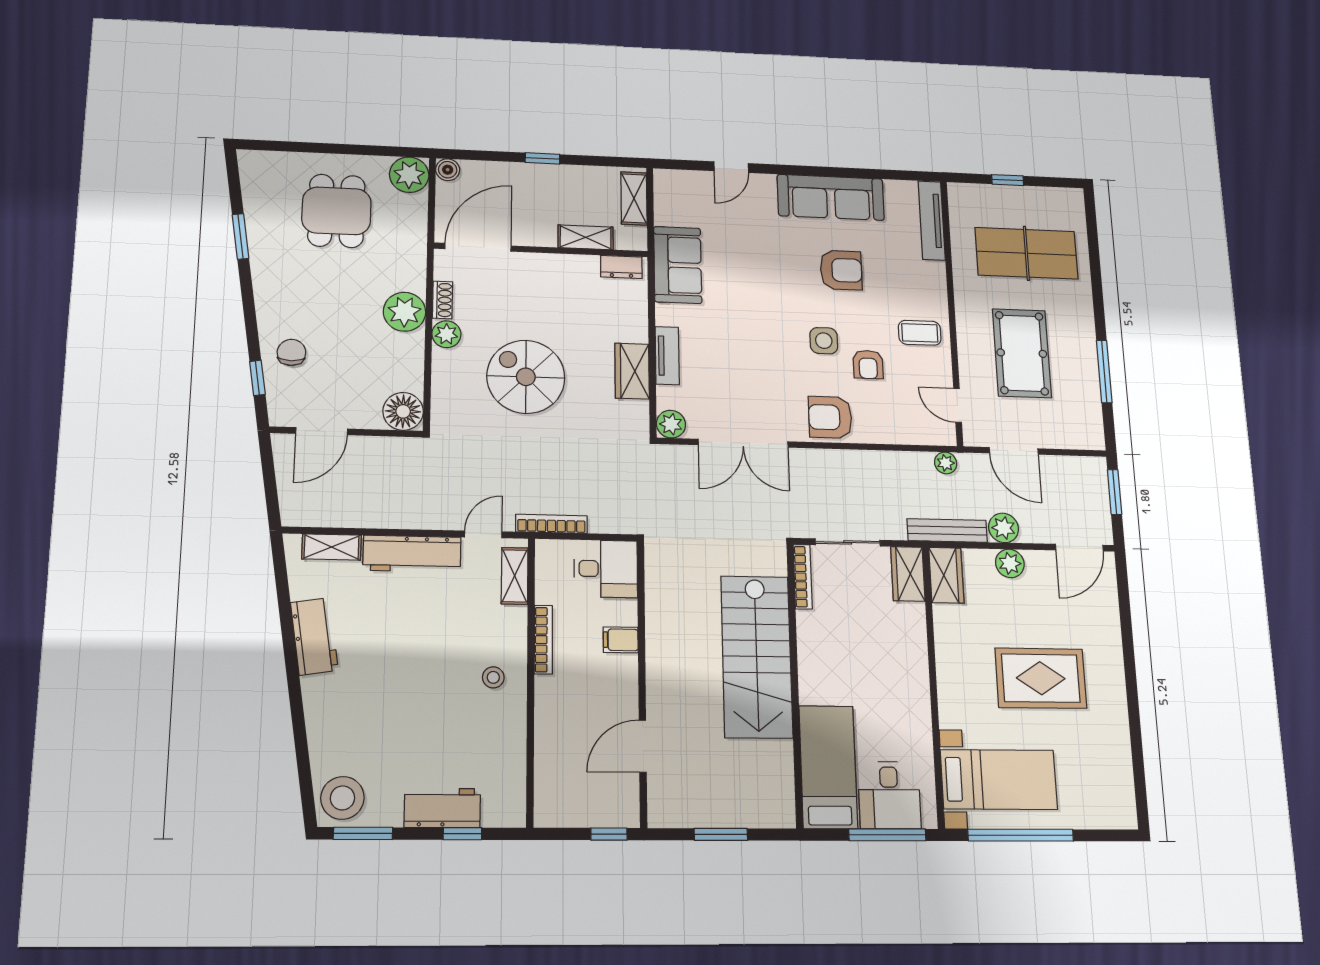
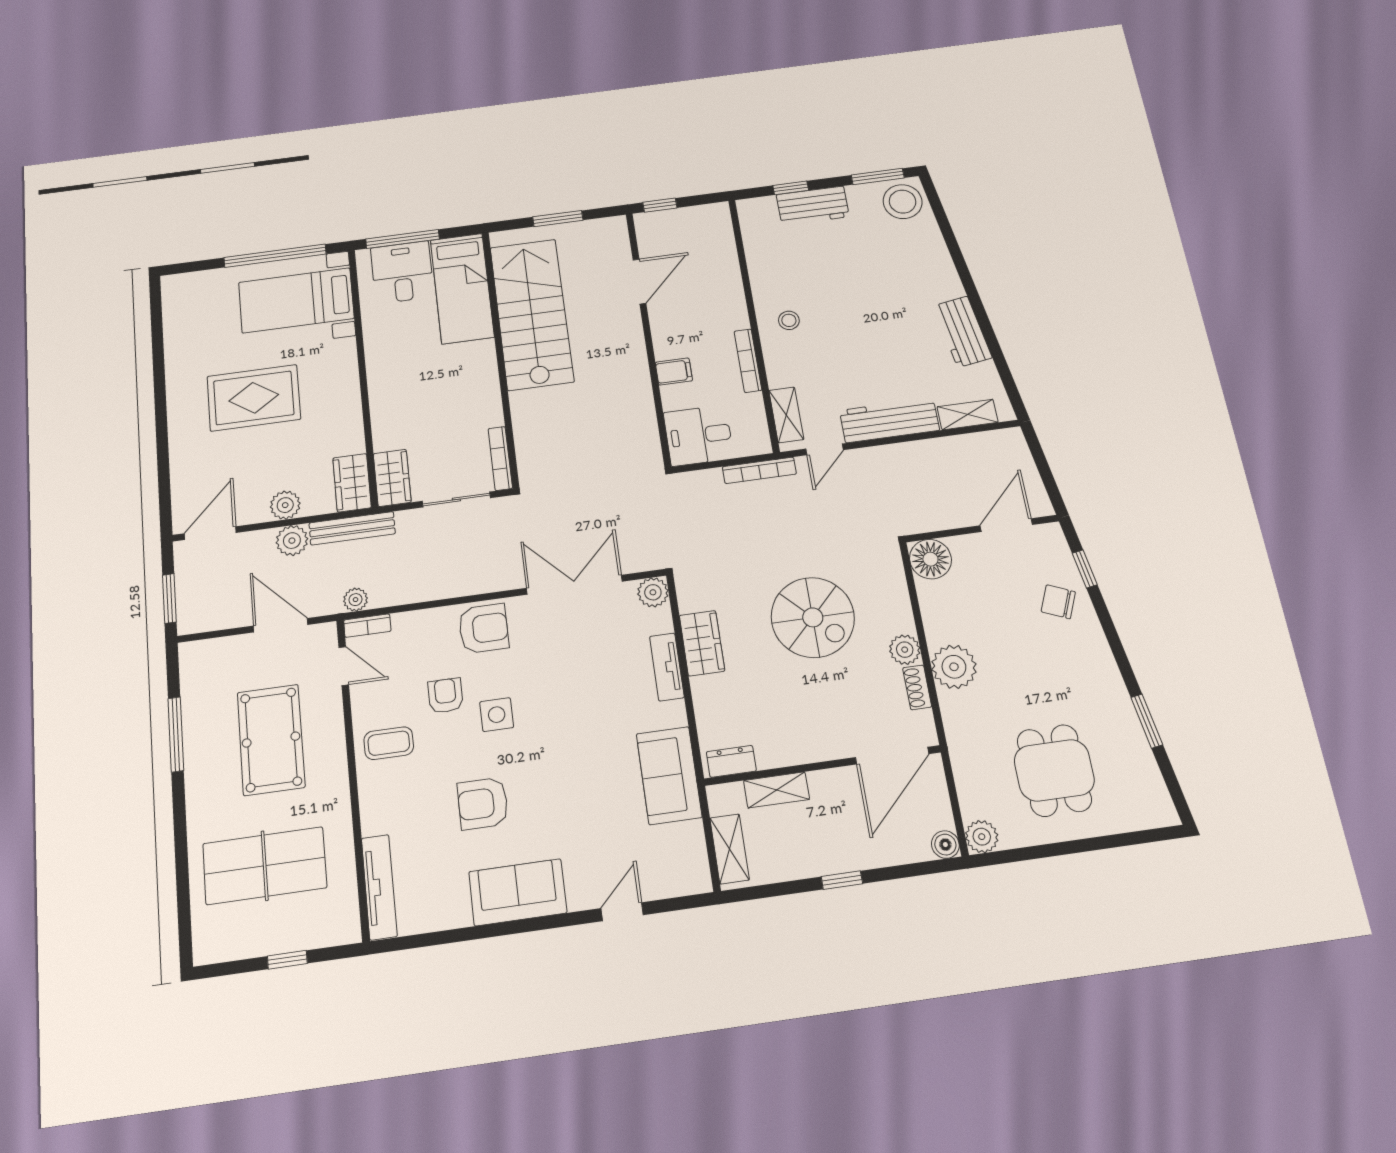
plant: (409, 175) -> (982, 837), width x0.73, depth x0.73
sofa: (831, 197) -> (518, 892), width x0.73
chair: (291, 352) -> (1058, 602), turned 113
bookcase: (936, 437) -> (367, 626), added
stairs: (757, 656) -> (532, 314), moved

